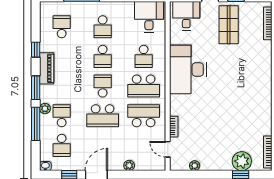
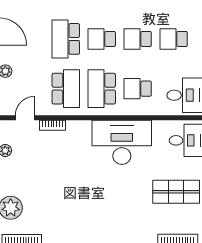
school desk: (103, 86) -> (102, 39), turned 180

